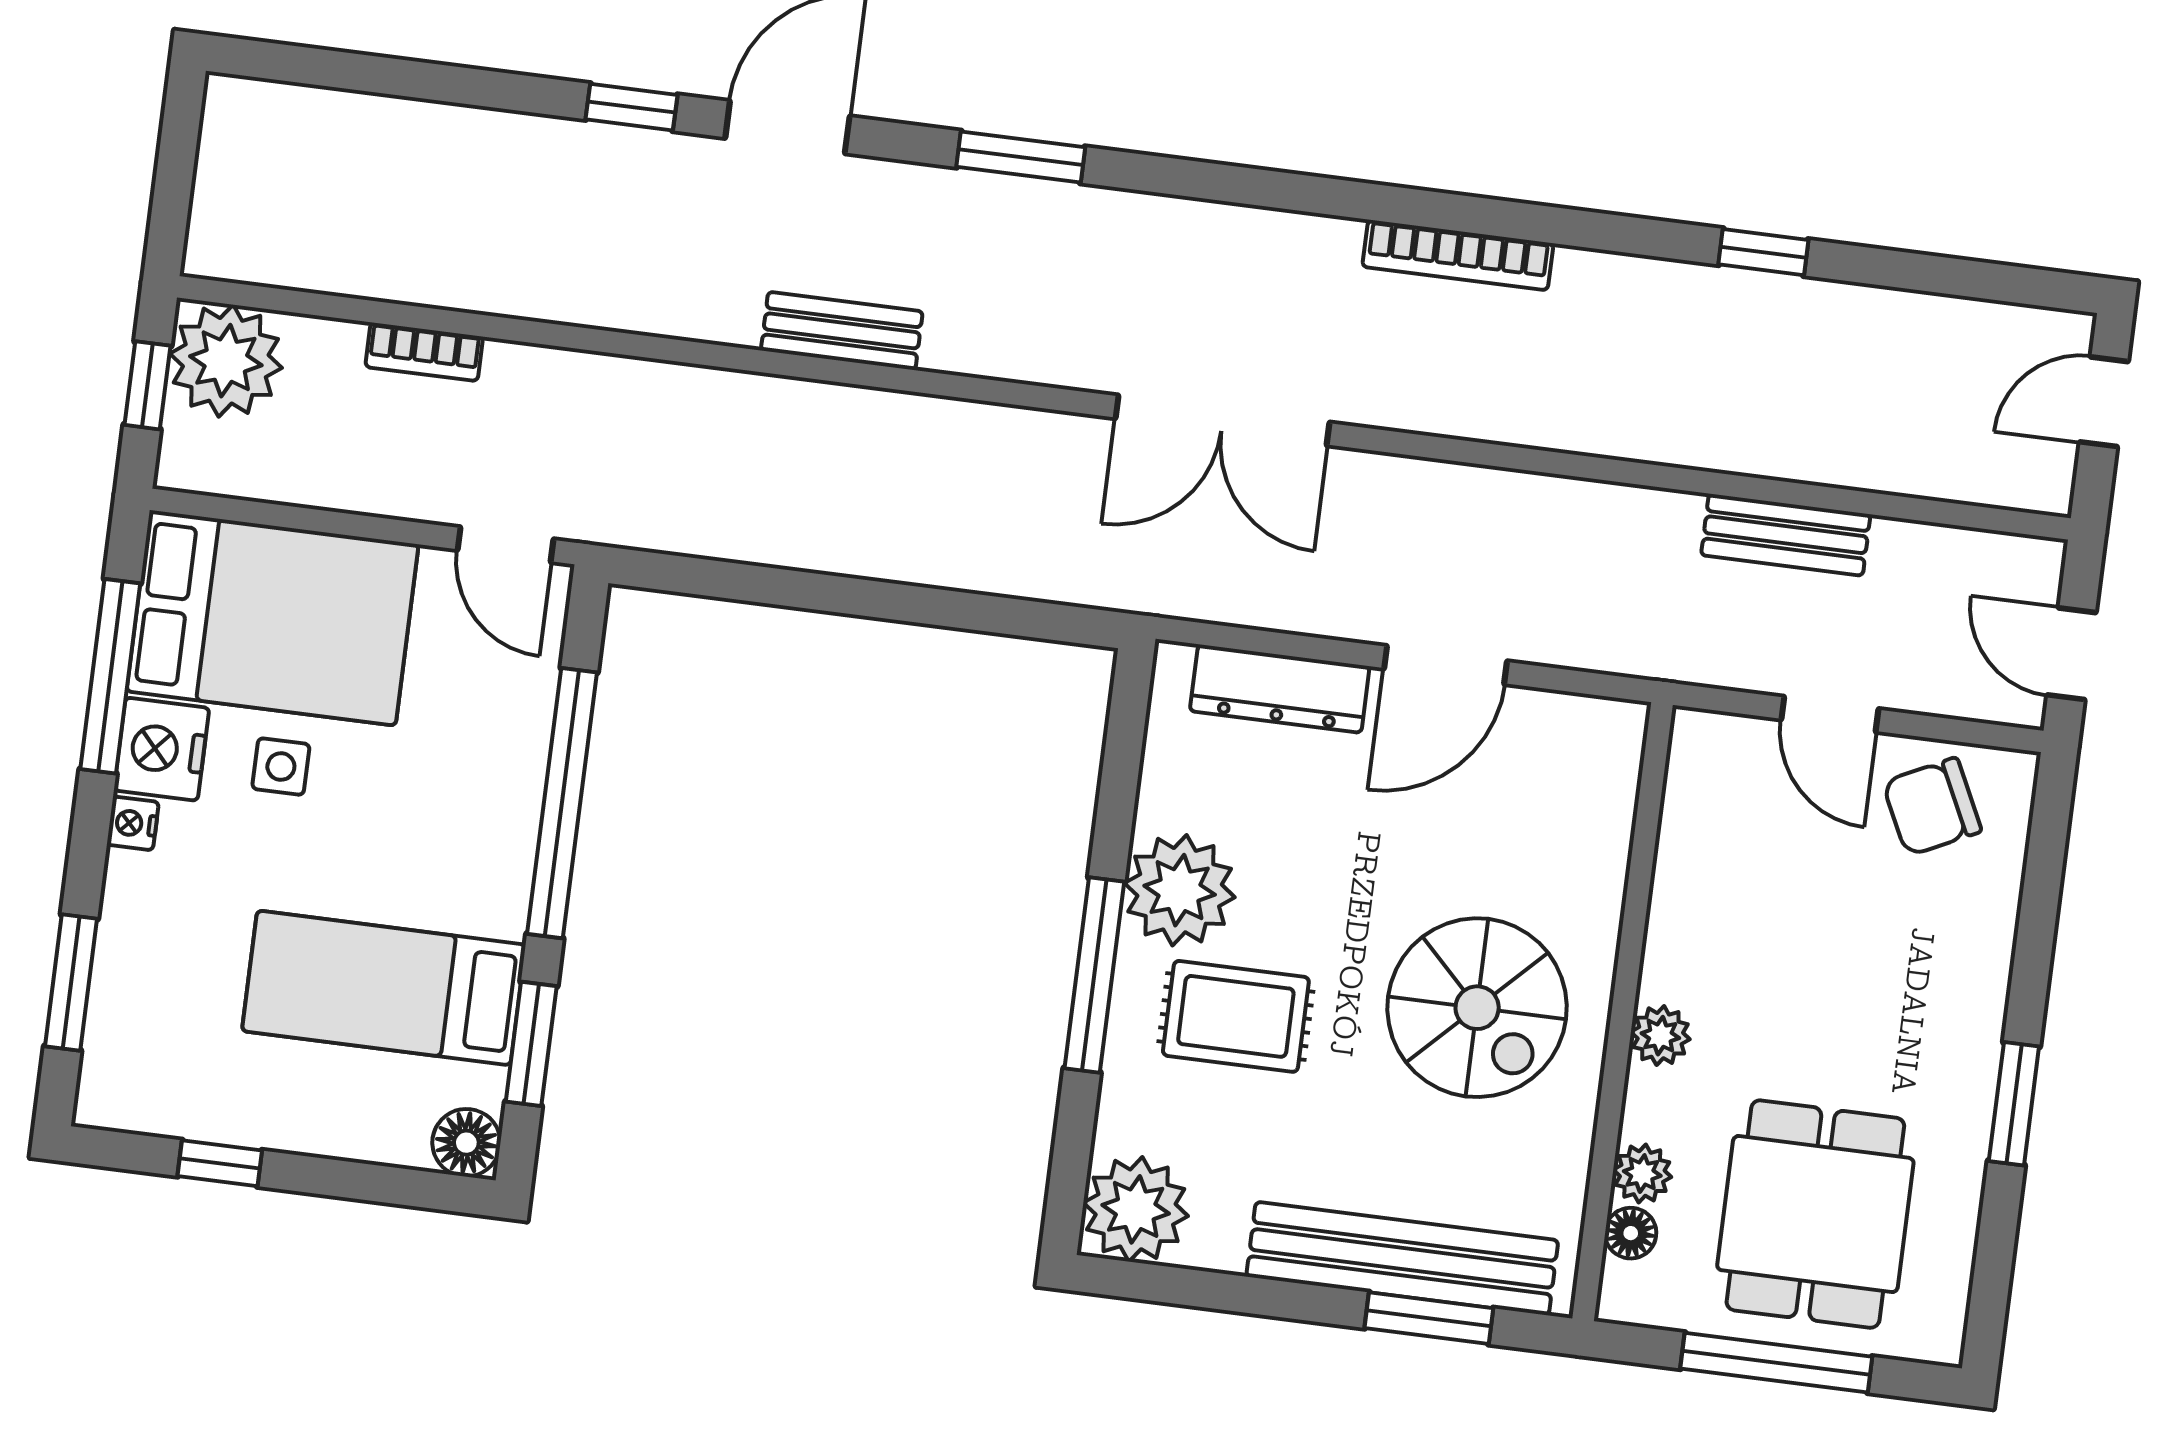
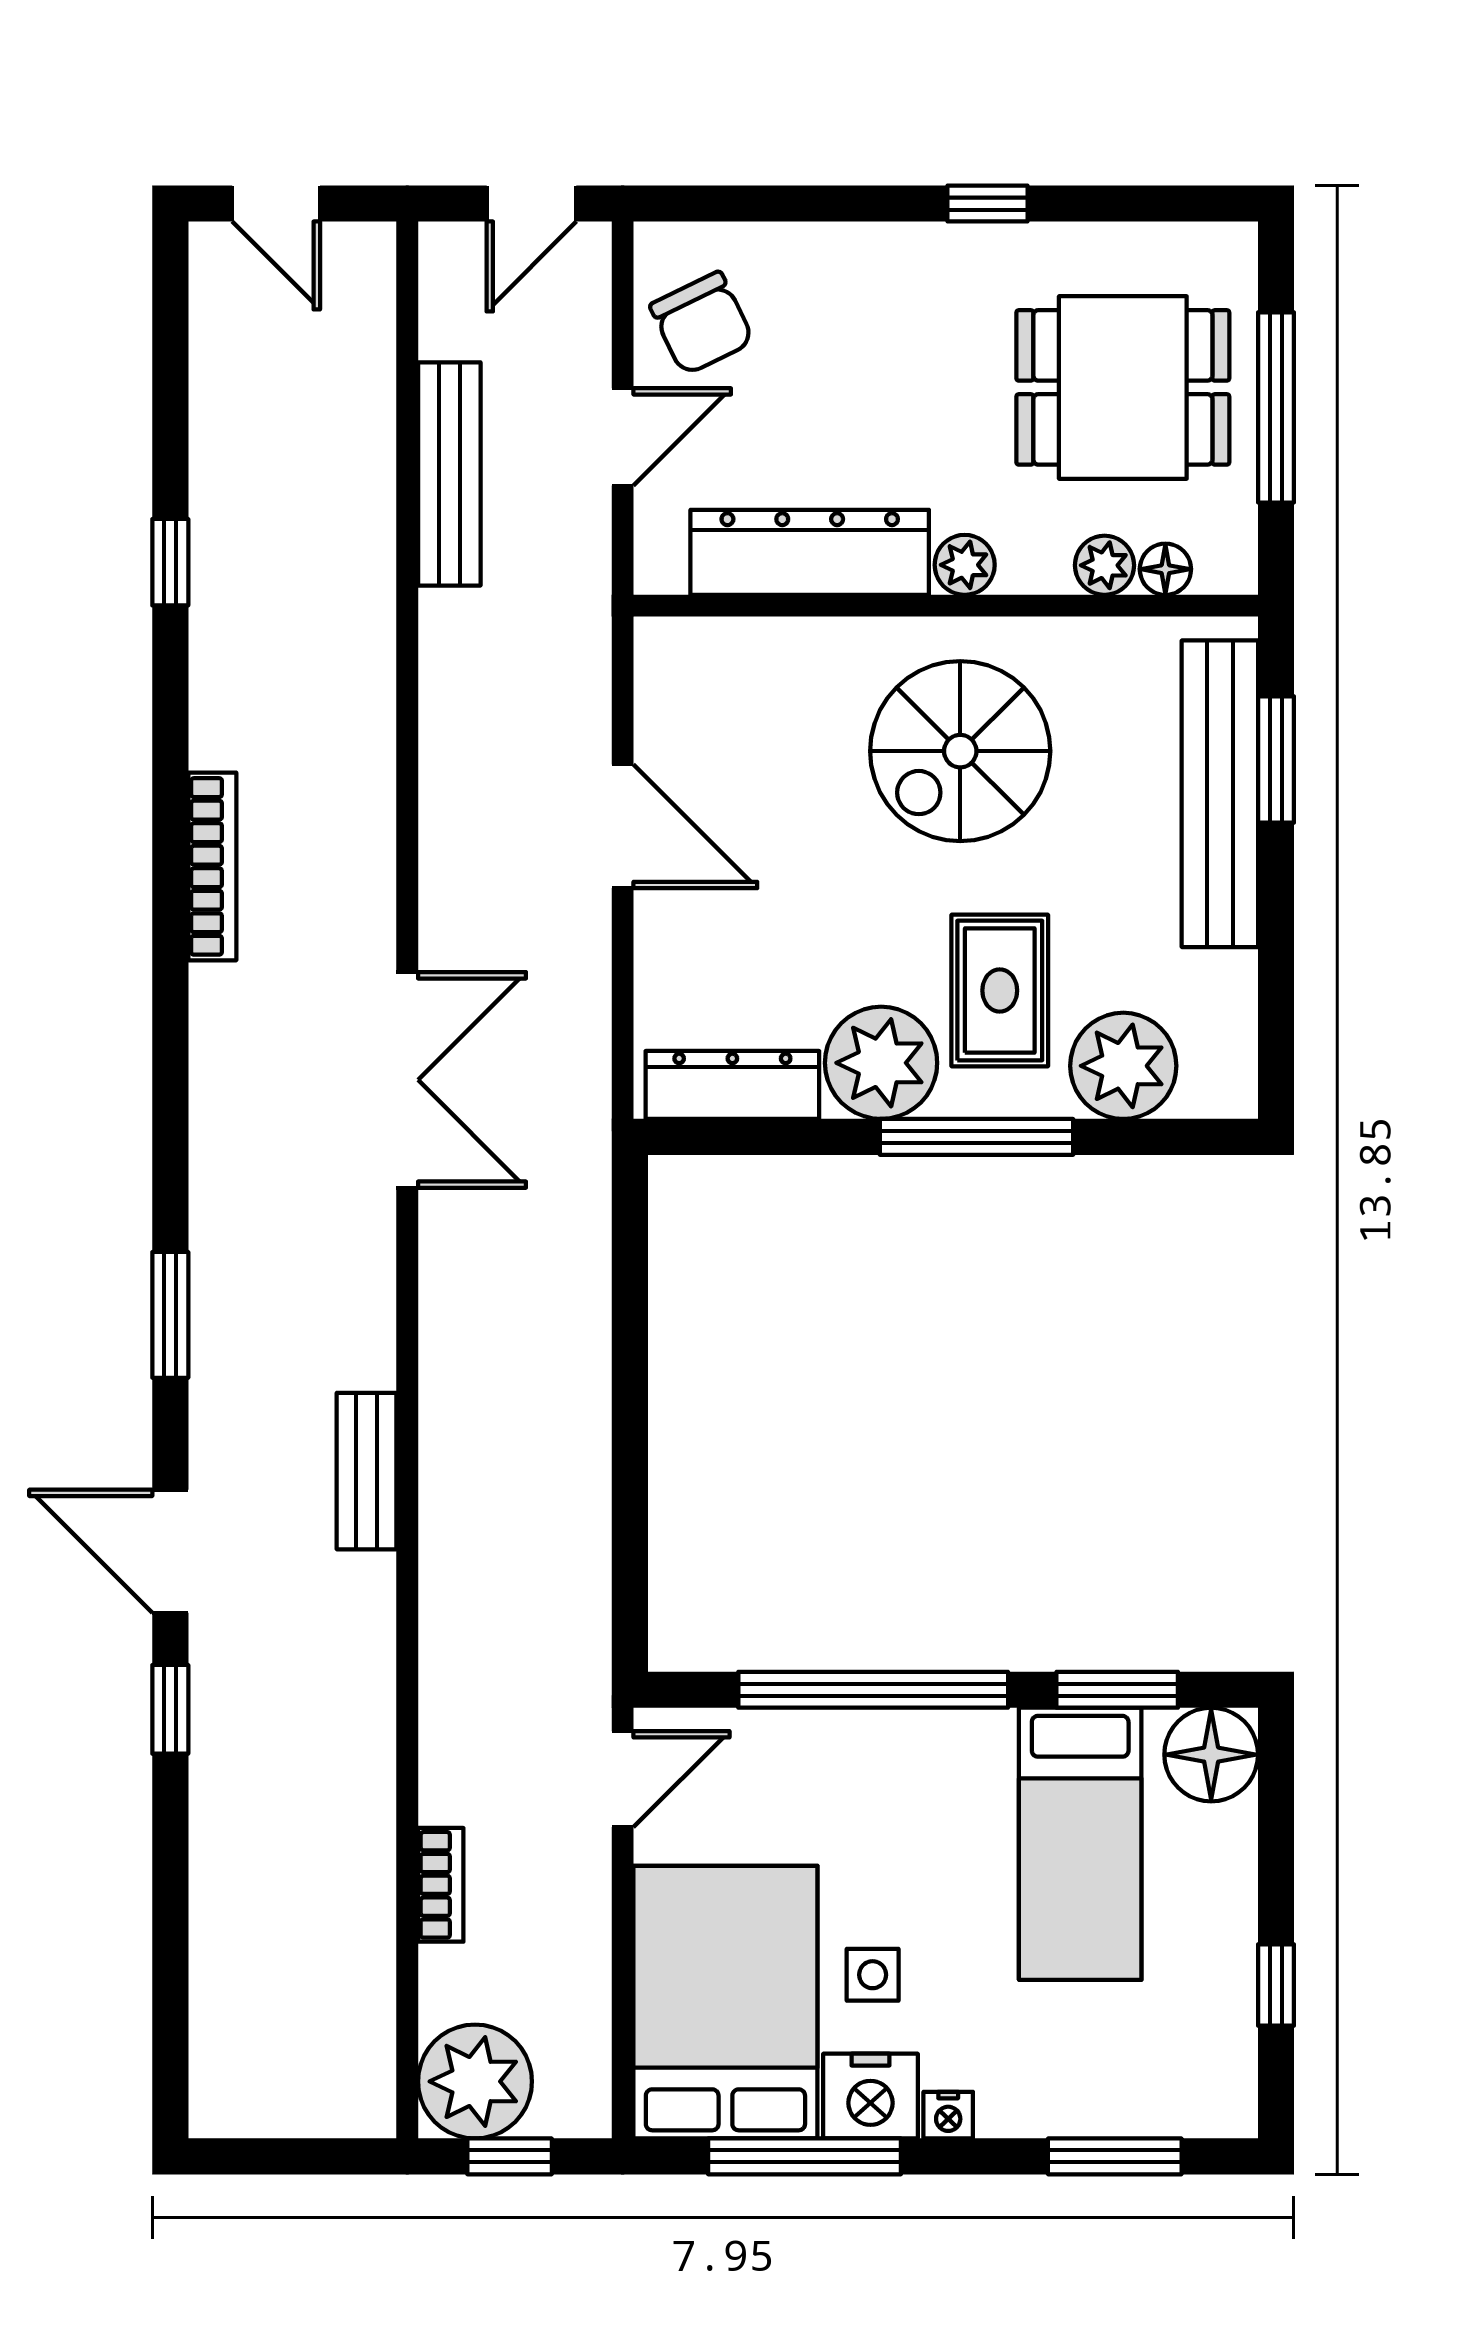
bench: (1786, 535) -> (449, 474), width x1.36
dresser: (1280, 689) -> (732, 1085), moved, turned -90
dresser: (1692, 884) -> (810, 552), added
spiral stairs: (1477, 1008) -> (960, 751), turned 180
window: (2014, 1104) -> (987, 204), width x0.67
floor lamp: (466, 1143) -> (1211, 1755), width x1.38, depth x1.38
plant: (1136, 1209) -> (1123, 1066), moved

